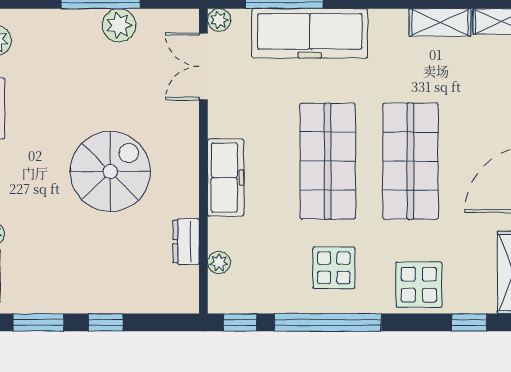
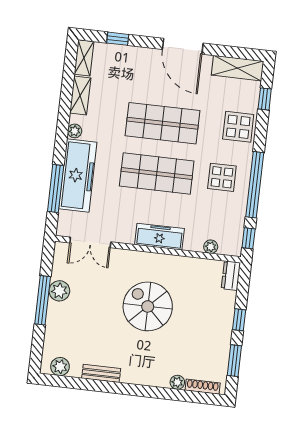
plant: (219, 20) -> (75, 131), moved
dresser: (186, 242) -> (231, 276), moved, turned 90

